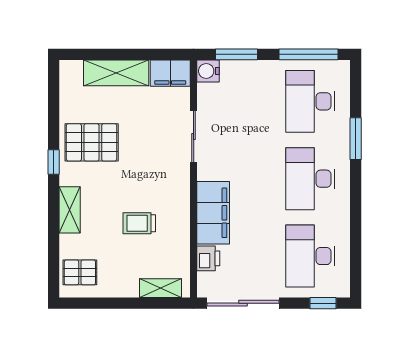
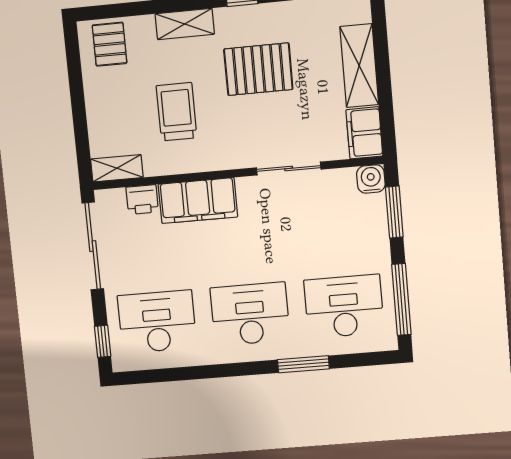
pallet: (92, 142) -> (258, 69), moved, turned 90
trolley: (139, 223) -> (177, 112), width x1.36, depth x1.39
shelving: (161, 288) -> (117, 168), moved, turned 90

